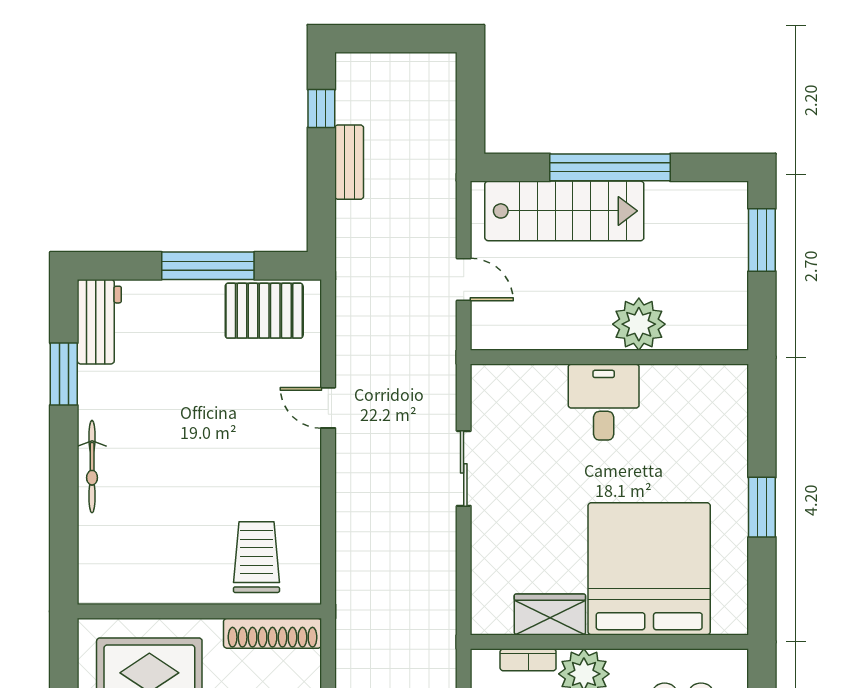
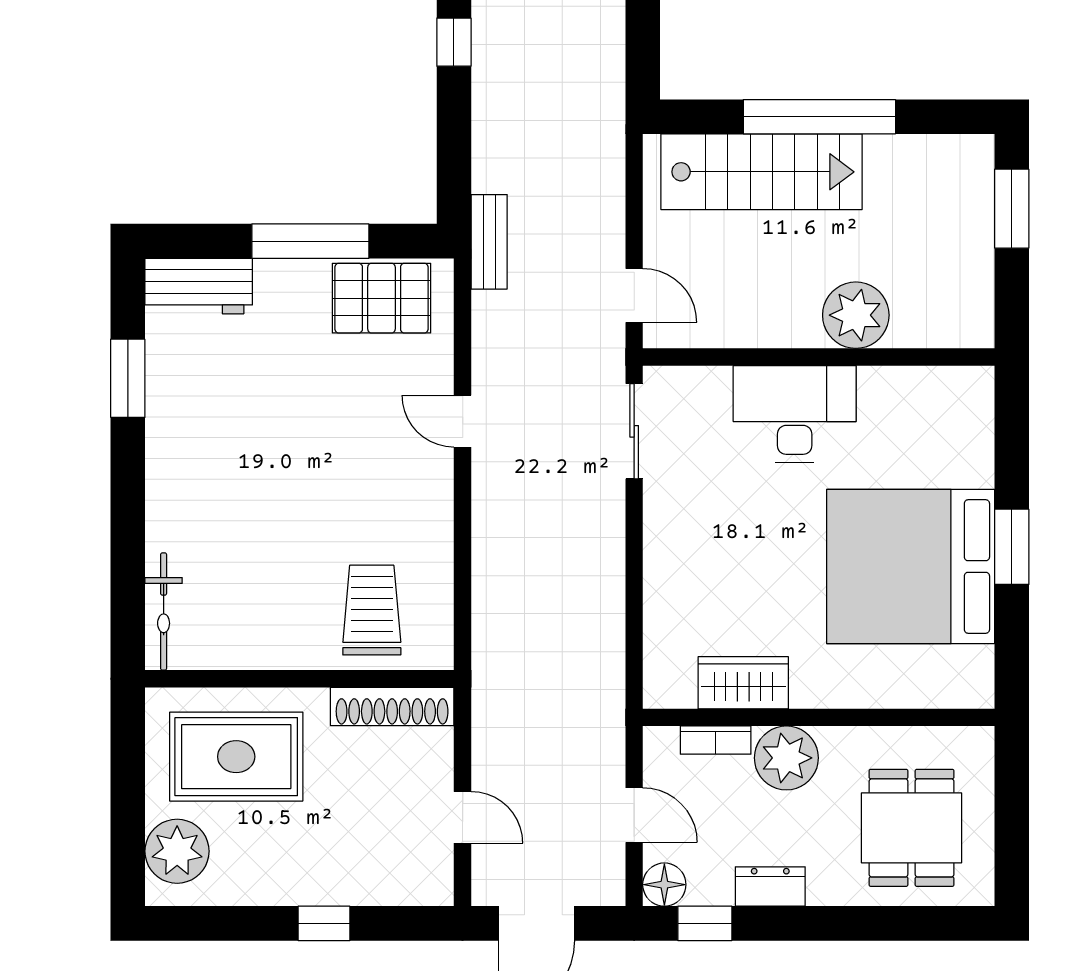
bench: (349, 162) -> (489, 242), moved
door: (464, 279) -> (634, 295), moved
workbench: (99, 322) -> (199, 286), moved, turned 90
desk: (604, 402) -> (795, 414), width x1.37
bicycle: (92, 467) -> (164, 612), moved
sliding door: (464, 468) -> (634, 431), moved
bed: (649, 569) -> (911, 567), moved, turned -90

